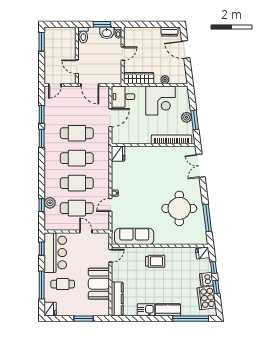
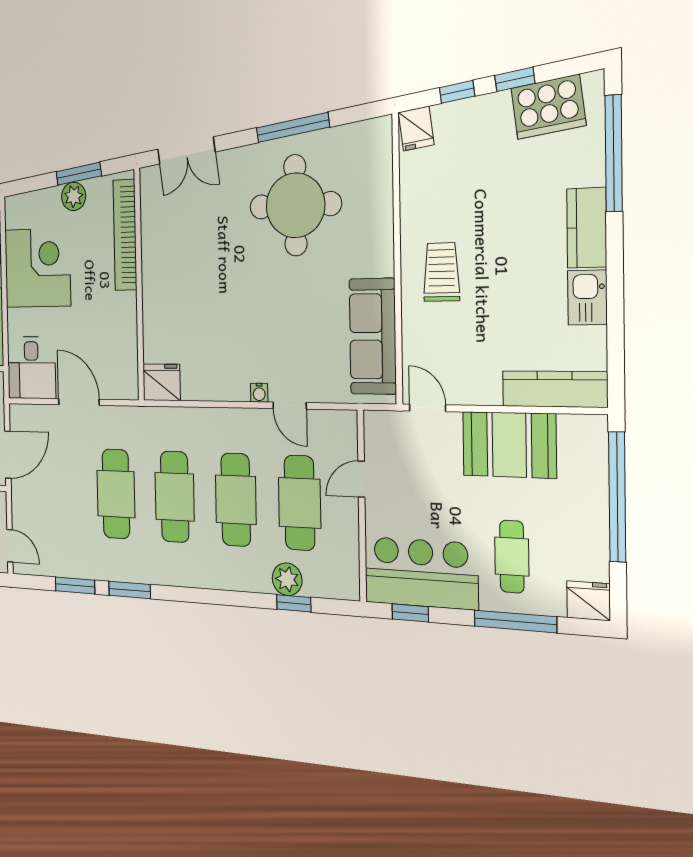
window: (207, 218) -> (293, 127), moved
dishwasher: (206, 279) -> (492, 111), removed
window: (84, 319) -> (617, 497), width x2.11

